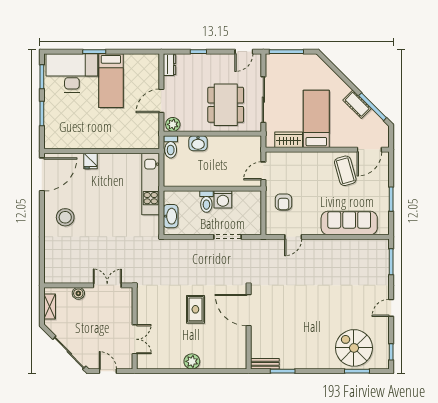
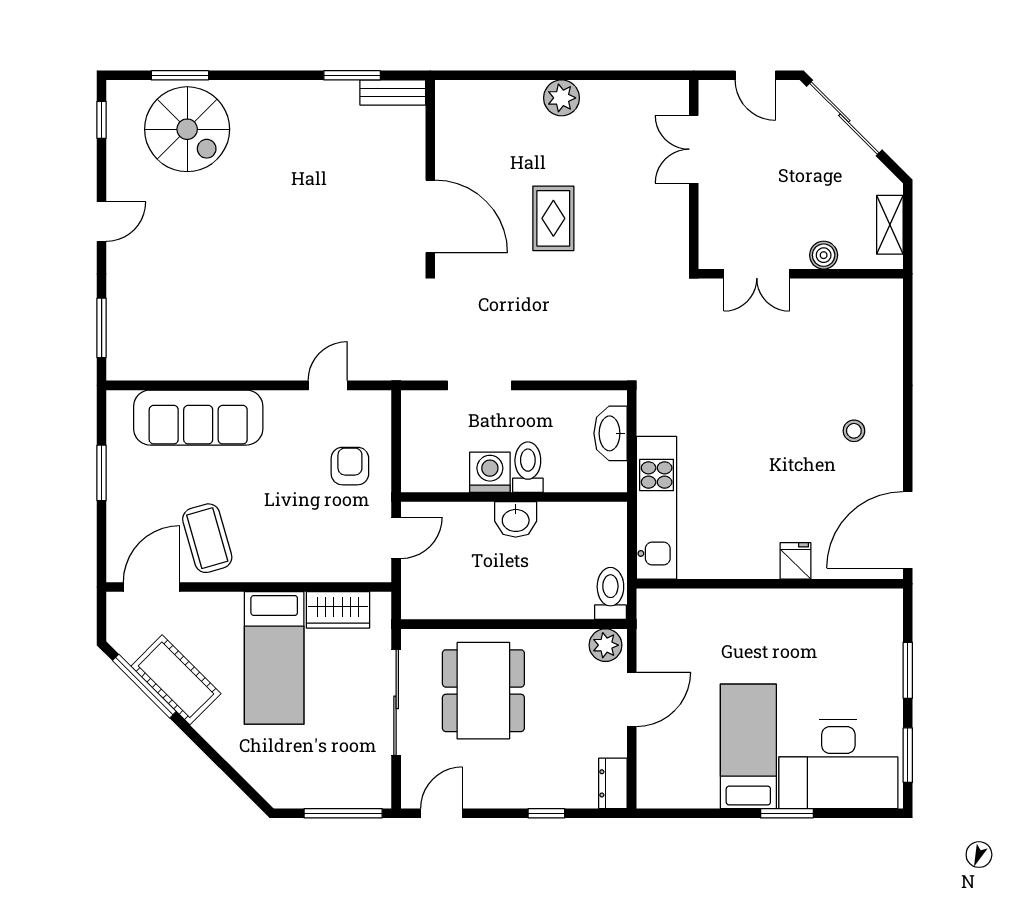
cot: (357, 104) -> (176, 680), width x1.37, depth x1.34
washbasin: (198, 143) -> (516, 519), moved, turned 180
stool: (65, 217) -> (854, 431), width x0.53, depth x0.53

